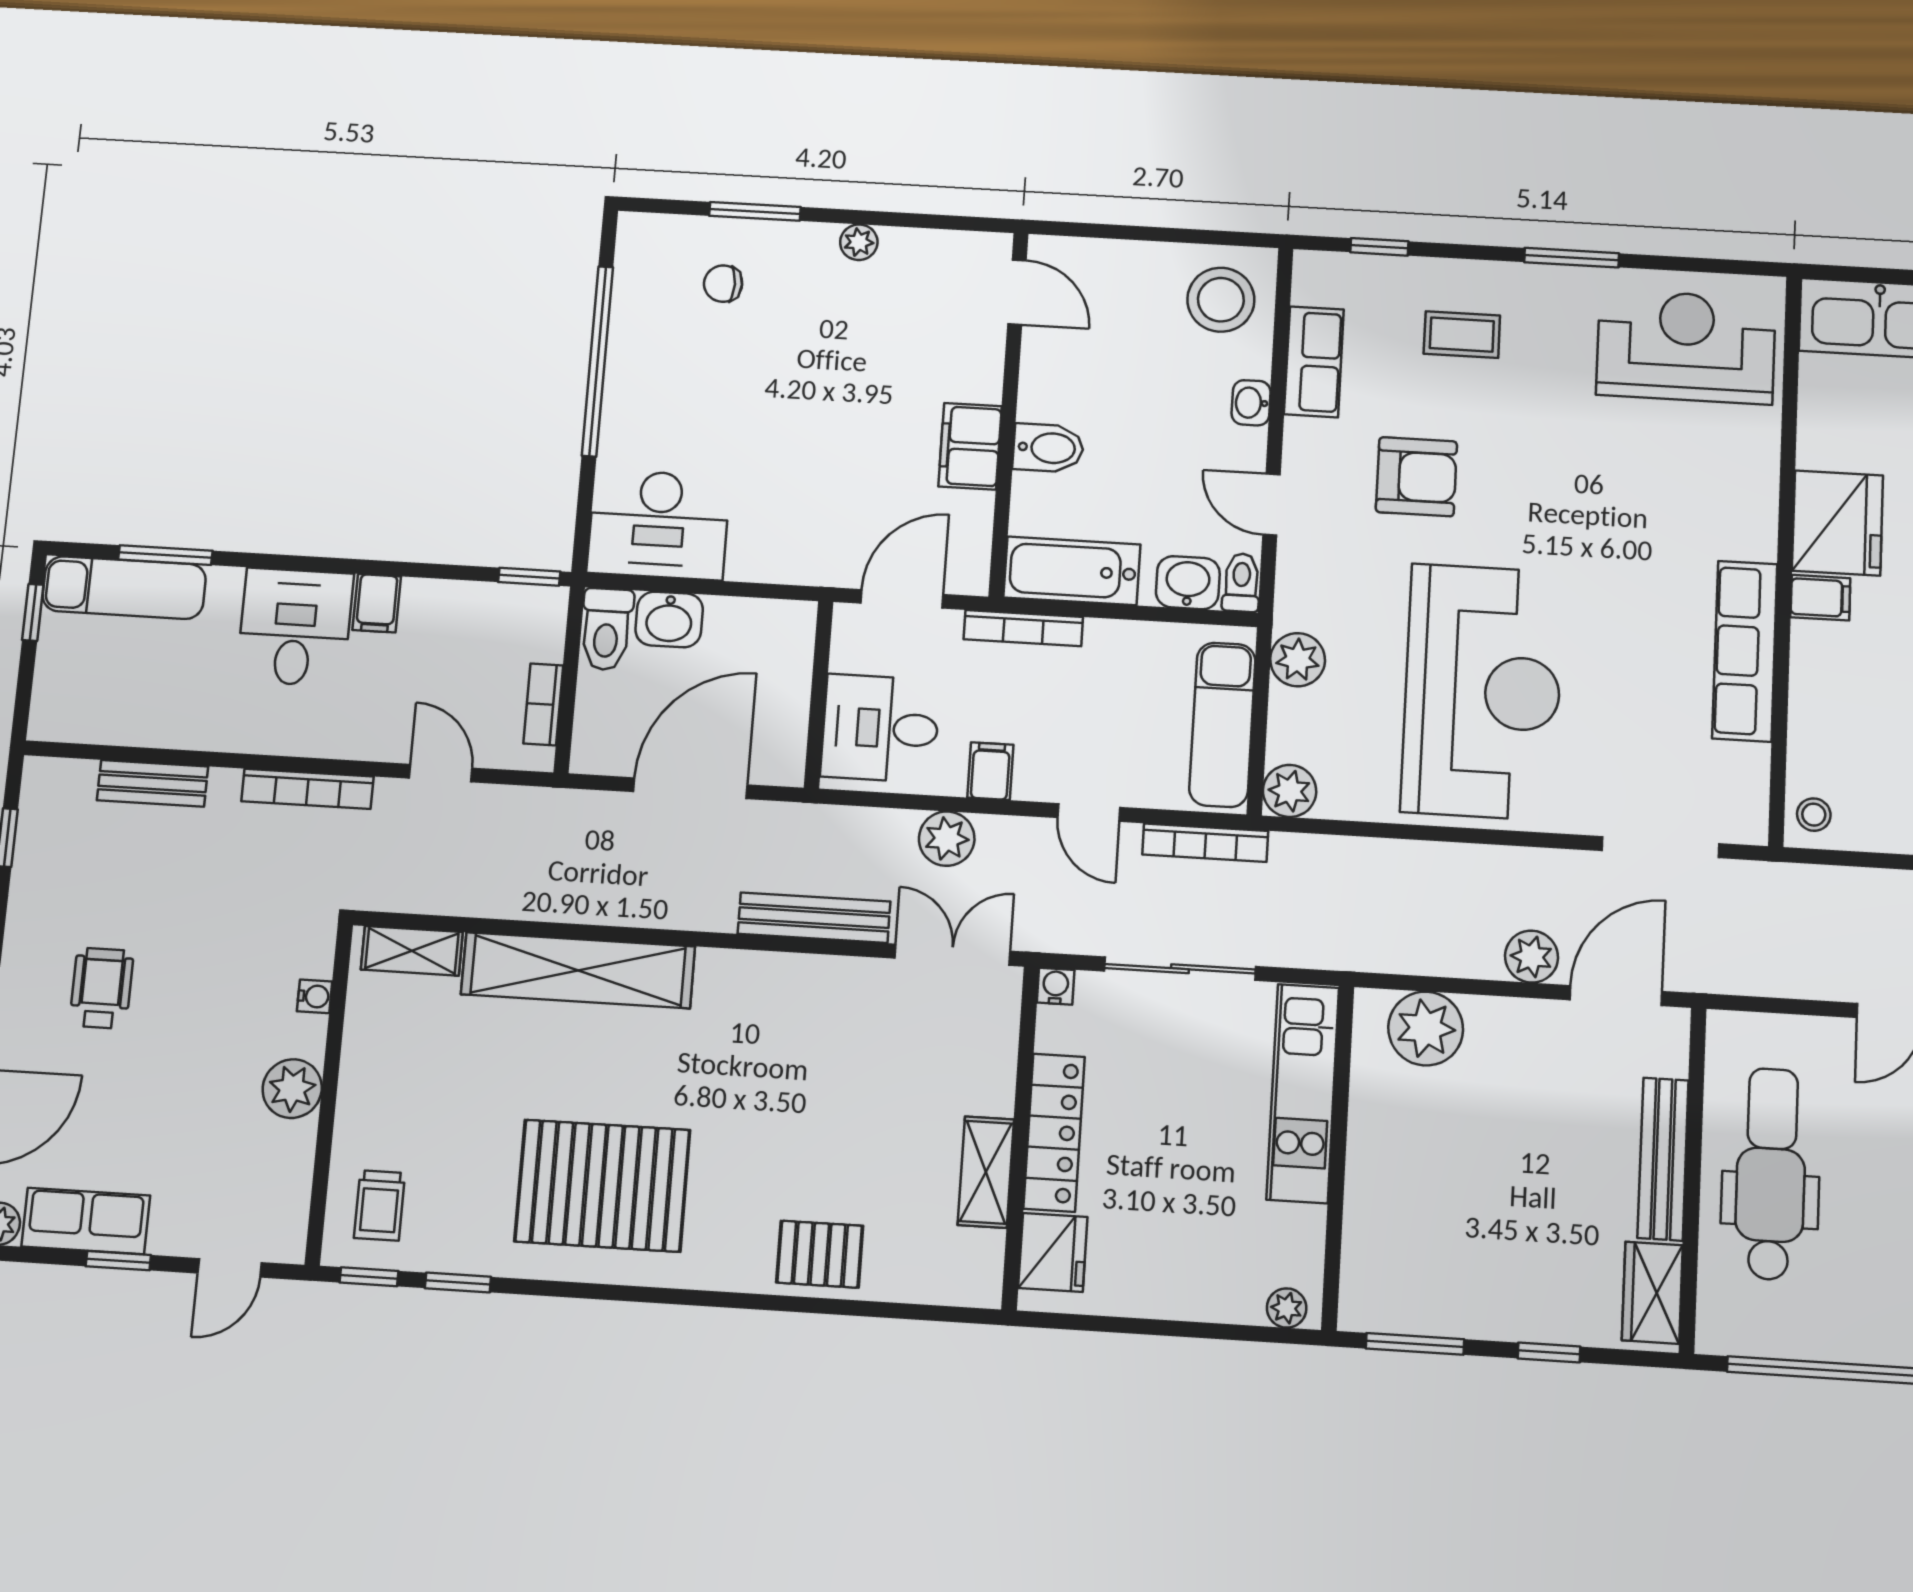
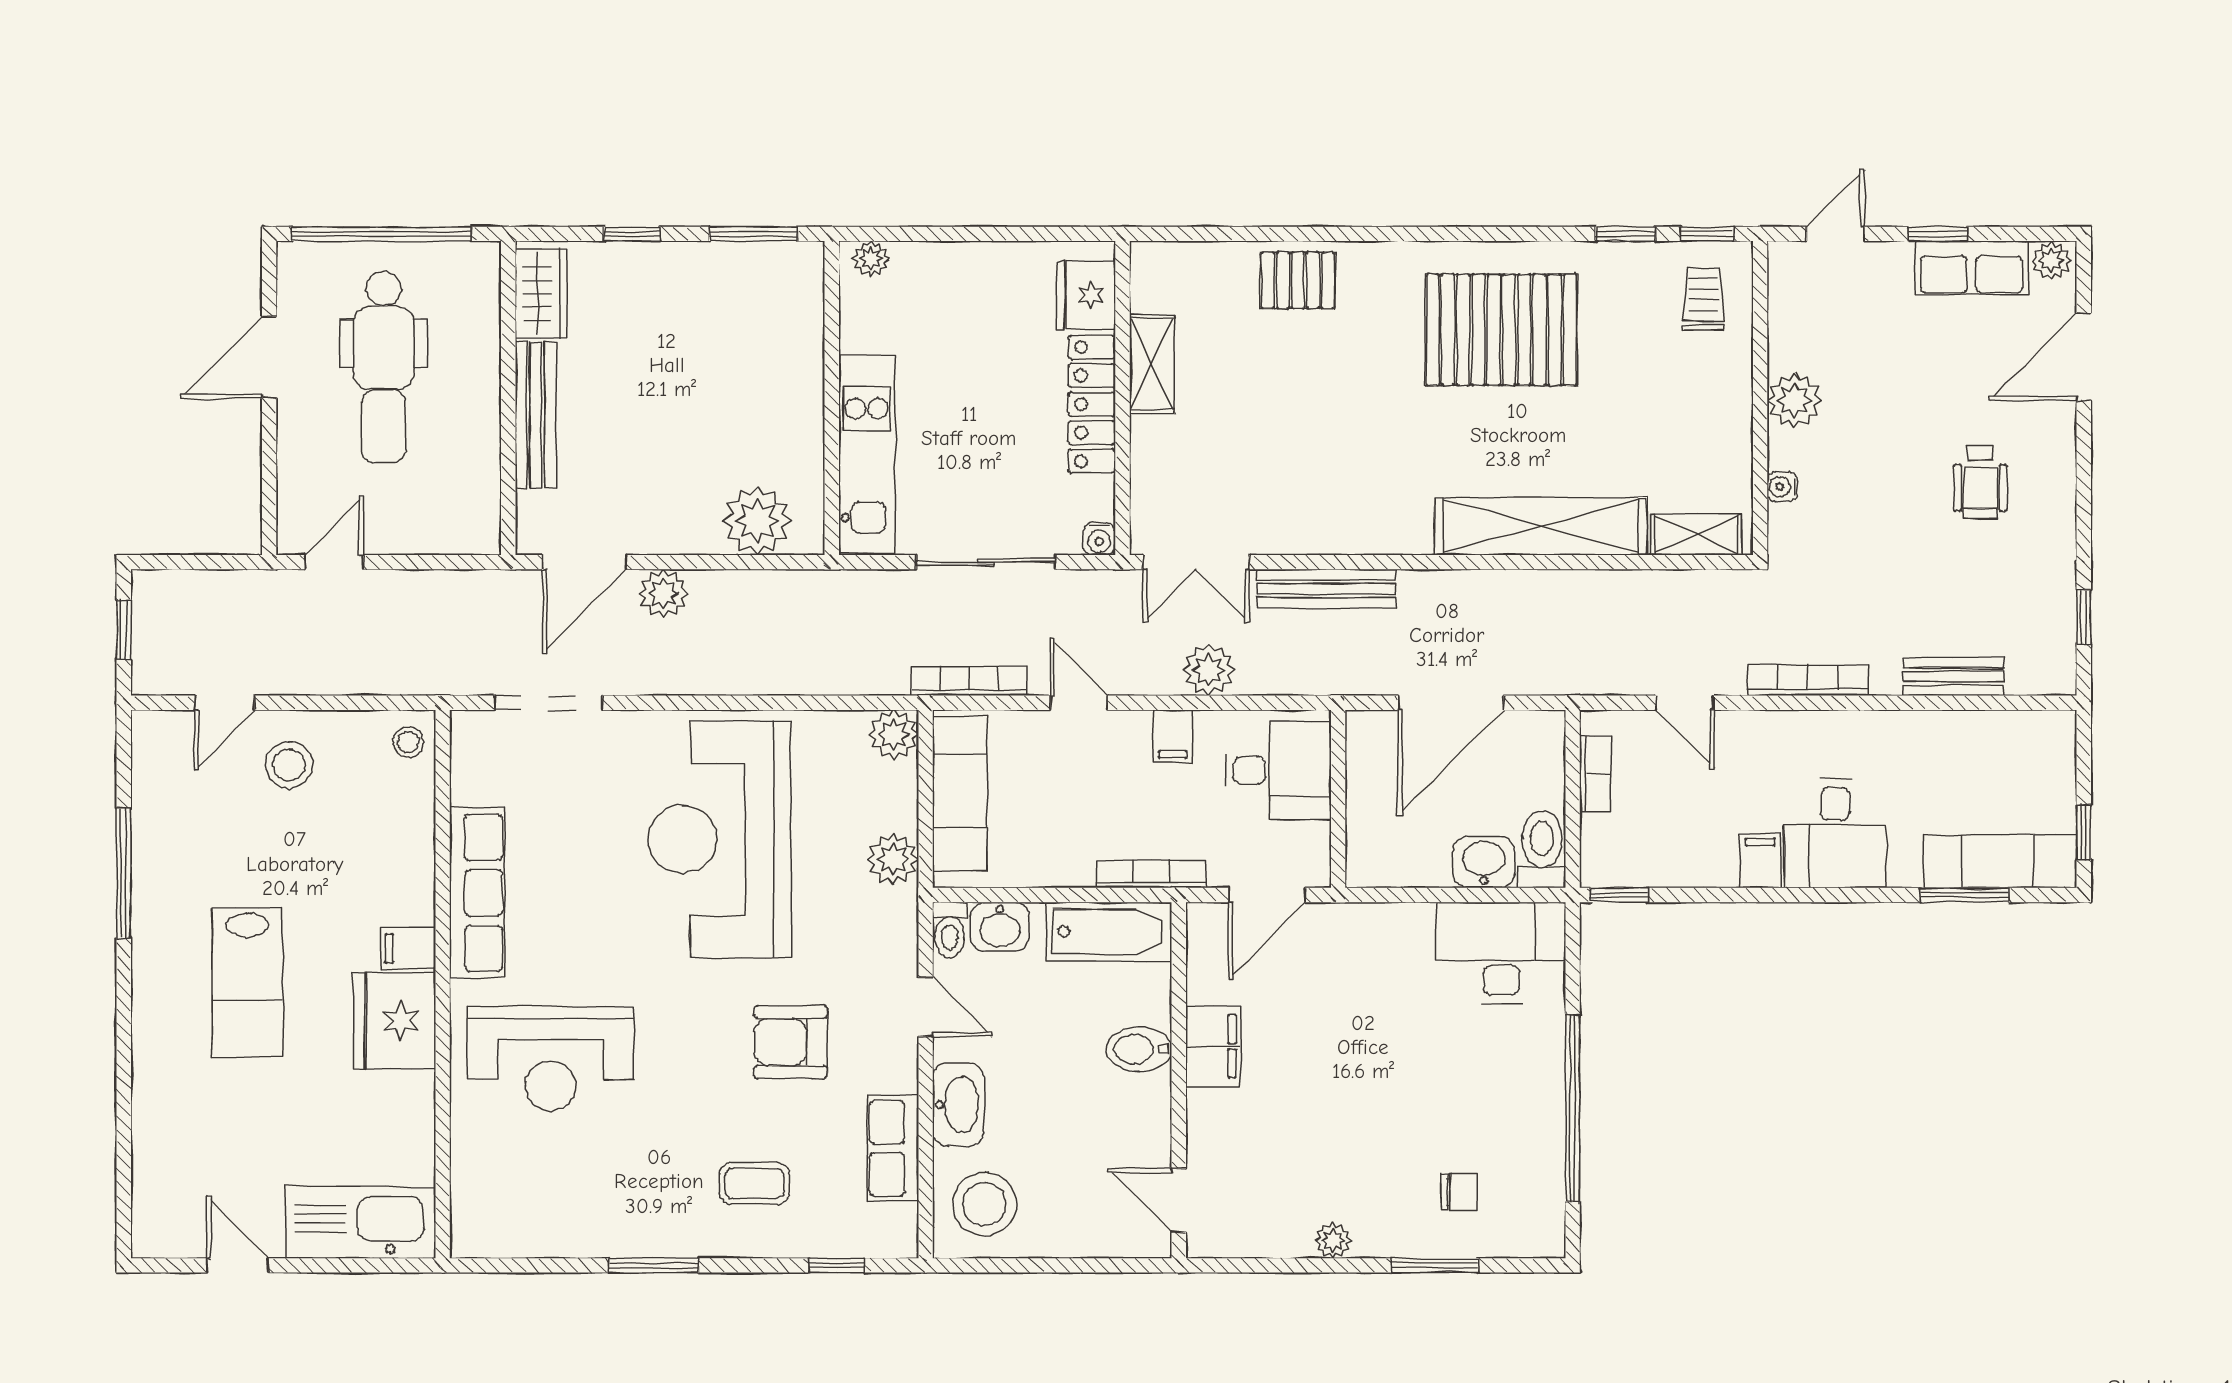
reception desk: (1686, 347) -> (551, 1059), moved
washbasin: (1251, 403) -> (958, 1105), width x1.91, depth x1.45
dental chair: (1771, 1174) -> (384, 367), moved

